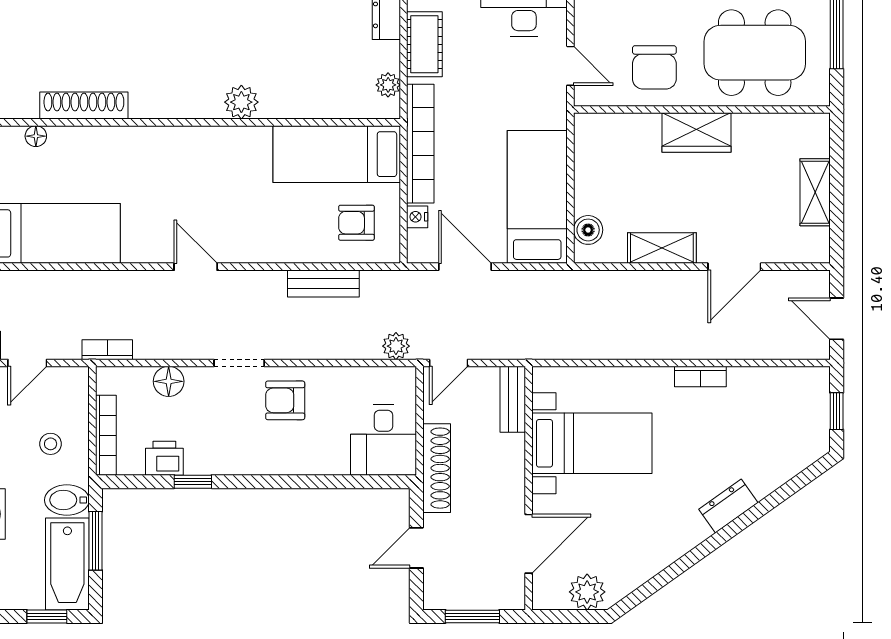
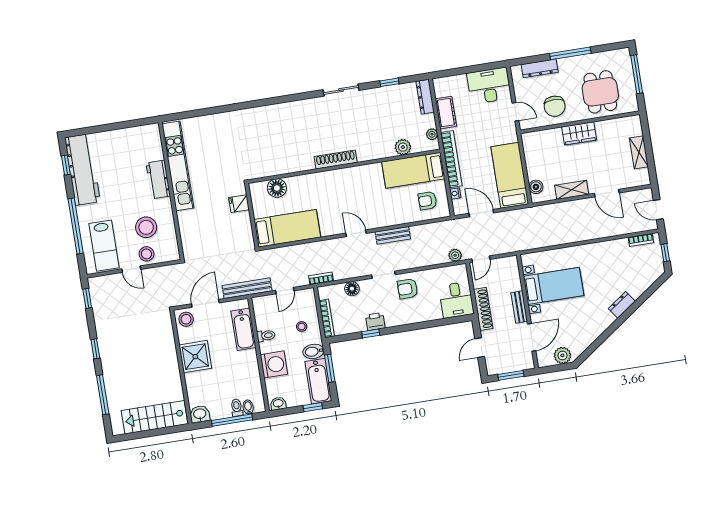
dining table: (755, 53) -> (600, 92), width x0.73
plant: (241, 102) -> (403, 147), moved
shoe rack: (84, 106) -> (336, 160), moved
floor lamp: (36, 136) -> (277, 188), width x1.89, depth x1.89
door: (734, 267) -> (607, 193), hinge flipped
bench: (323, 284) -> (393, 235), moved
bookcase: (700, 376) -> (641, 240), moved
bench: (513, 399) -> (519, 307), moved
printer: (164, 458) -> (375, 322), moved

